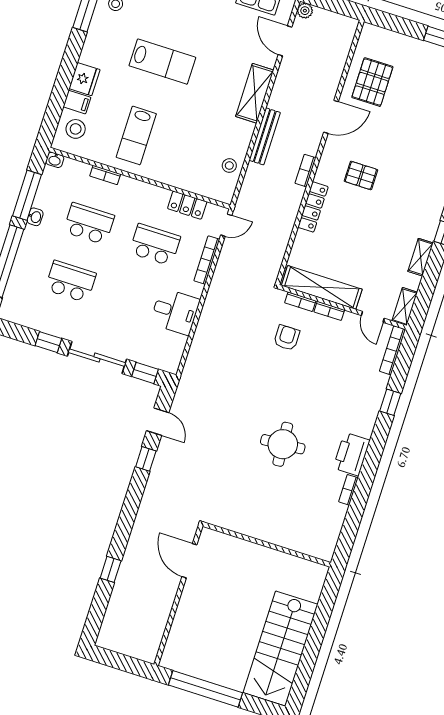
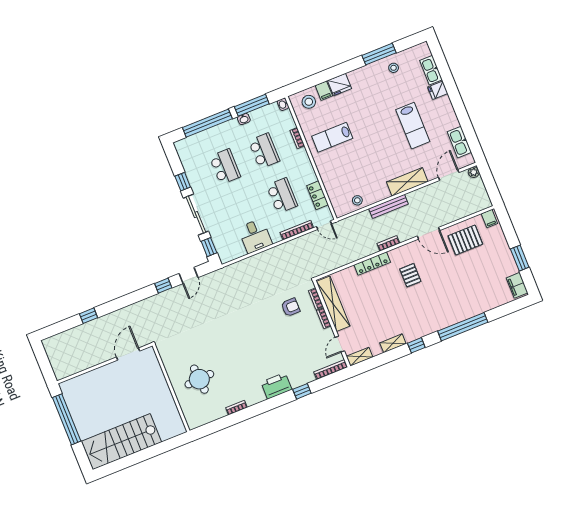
filing cabinet: (371, 36) -> (489, 219), added
lab bench: (162, 62) -> (413, 126), moved
round table: (283, 444) -> (199, 379), moved
printer: (352, 454) -> (276, 386), moved

